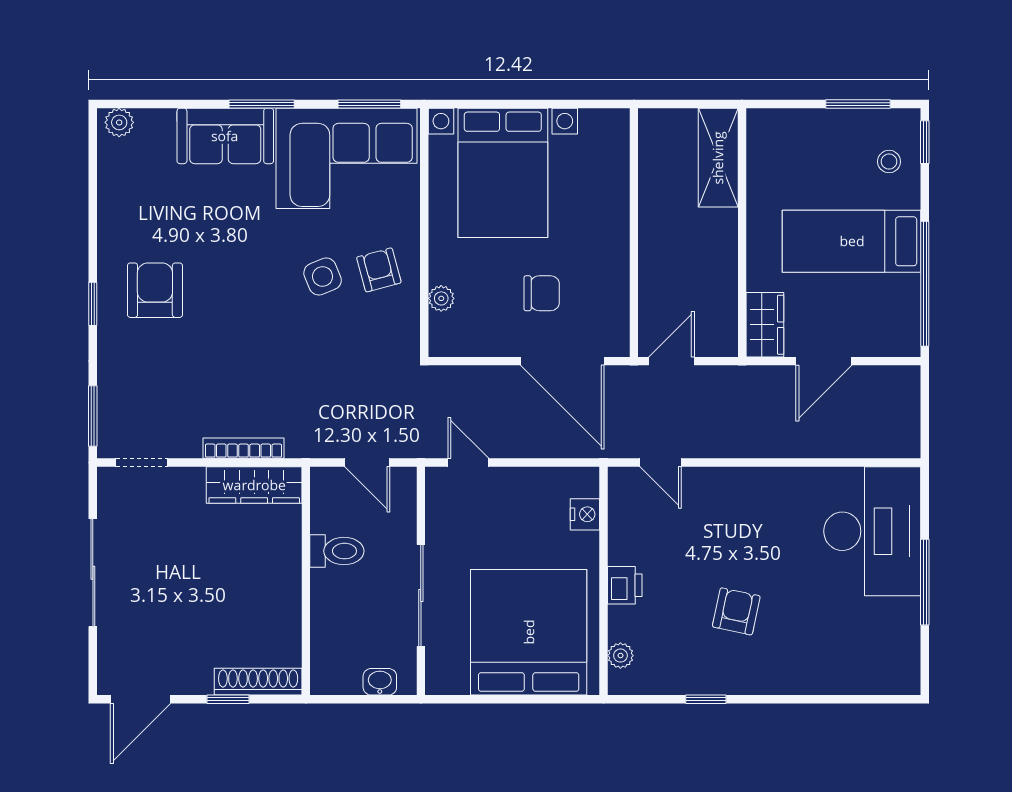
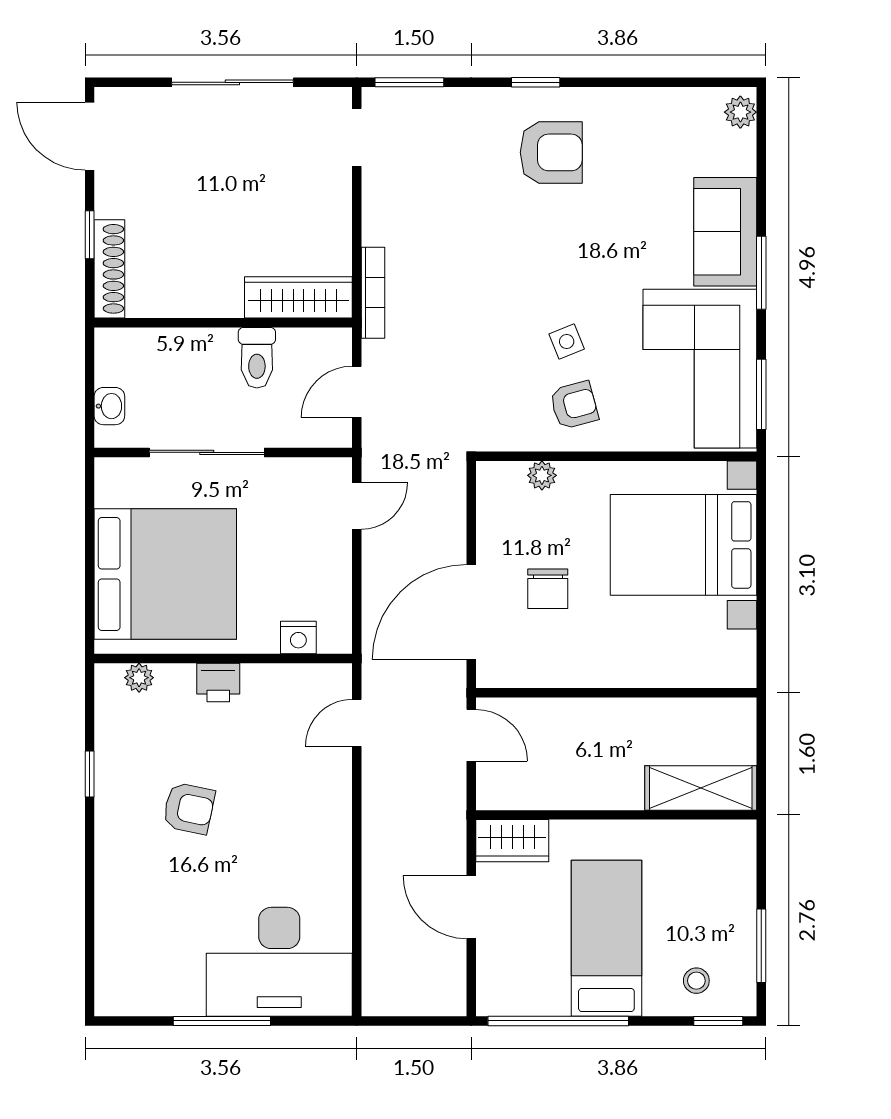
side table: (323, 276) -> (567, 341), width x0.73, depth x0.73
bookcase: (244, 448) -> (373, 293), moved
wardrobe: (254, 485) -> (298, 297), moved, turned 90

